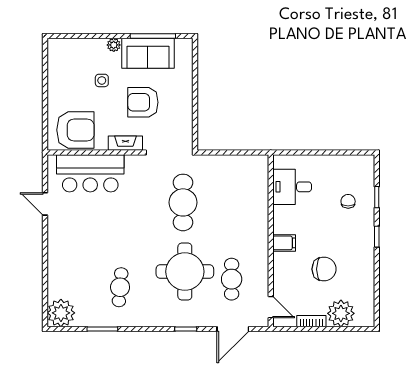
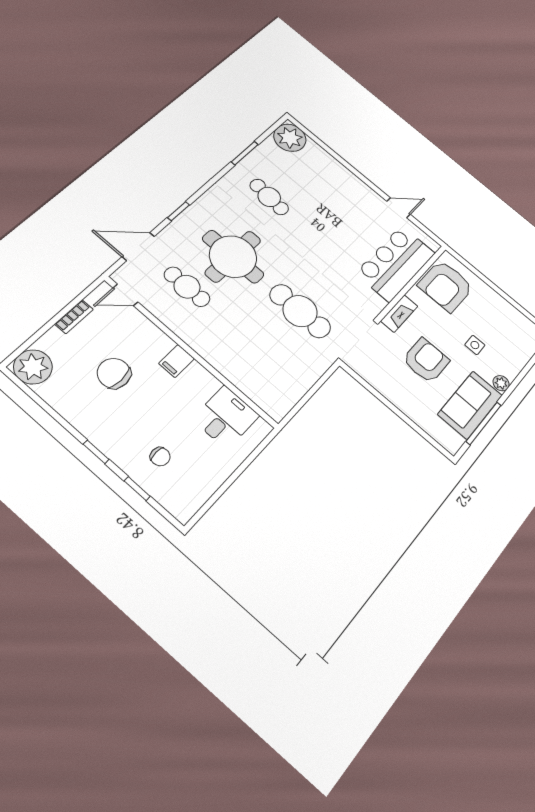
chair: (324, 269) -> (114, 373), turned 90
plant: (341, 313) -> (33, 367), moved
door: (233, 329) -> (138, 247), hinge flipped

